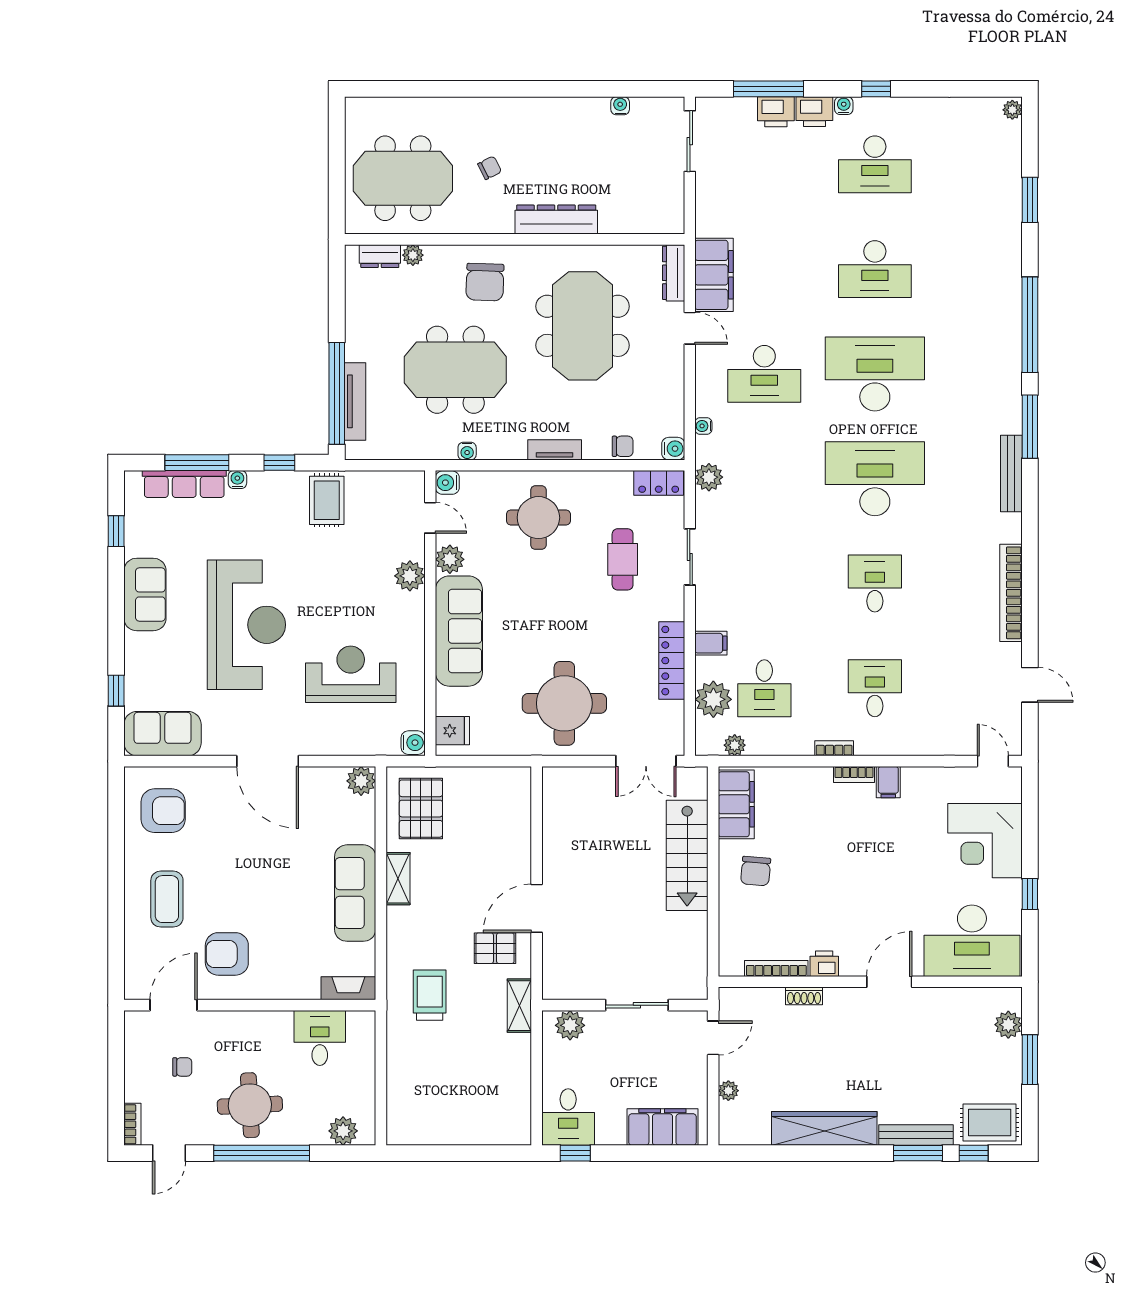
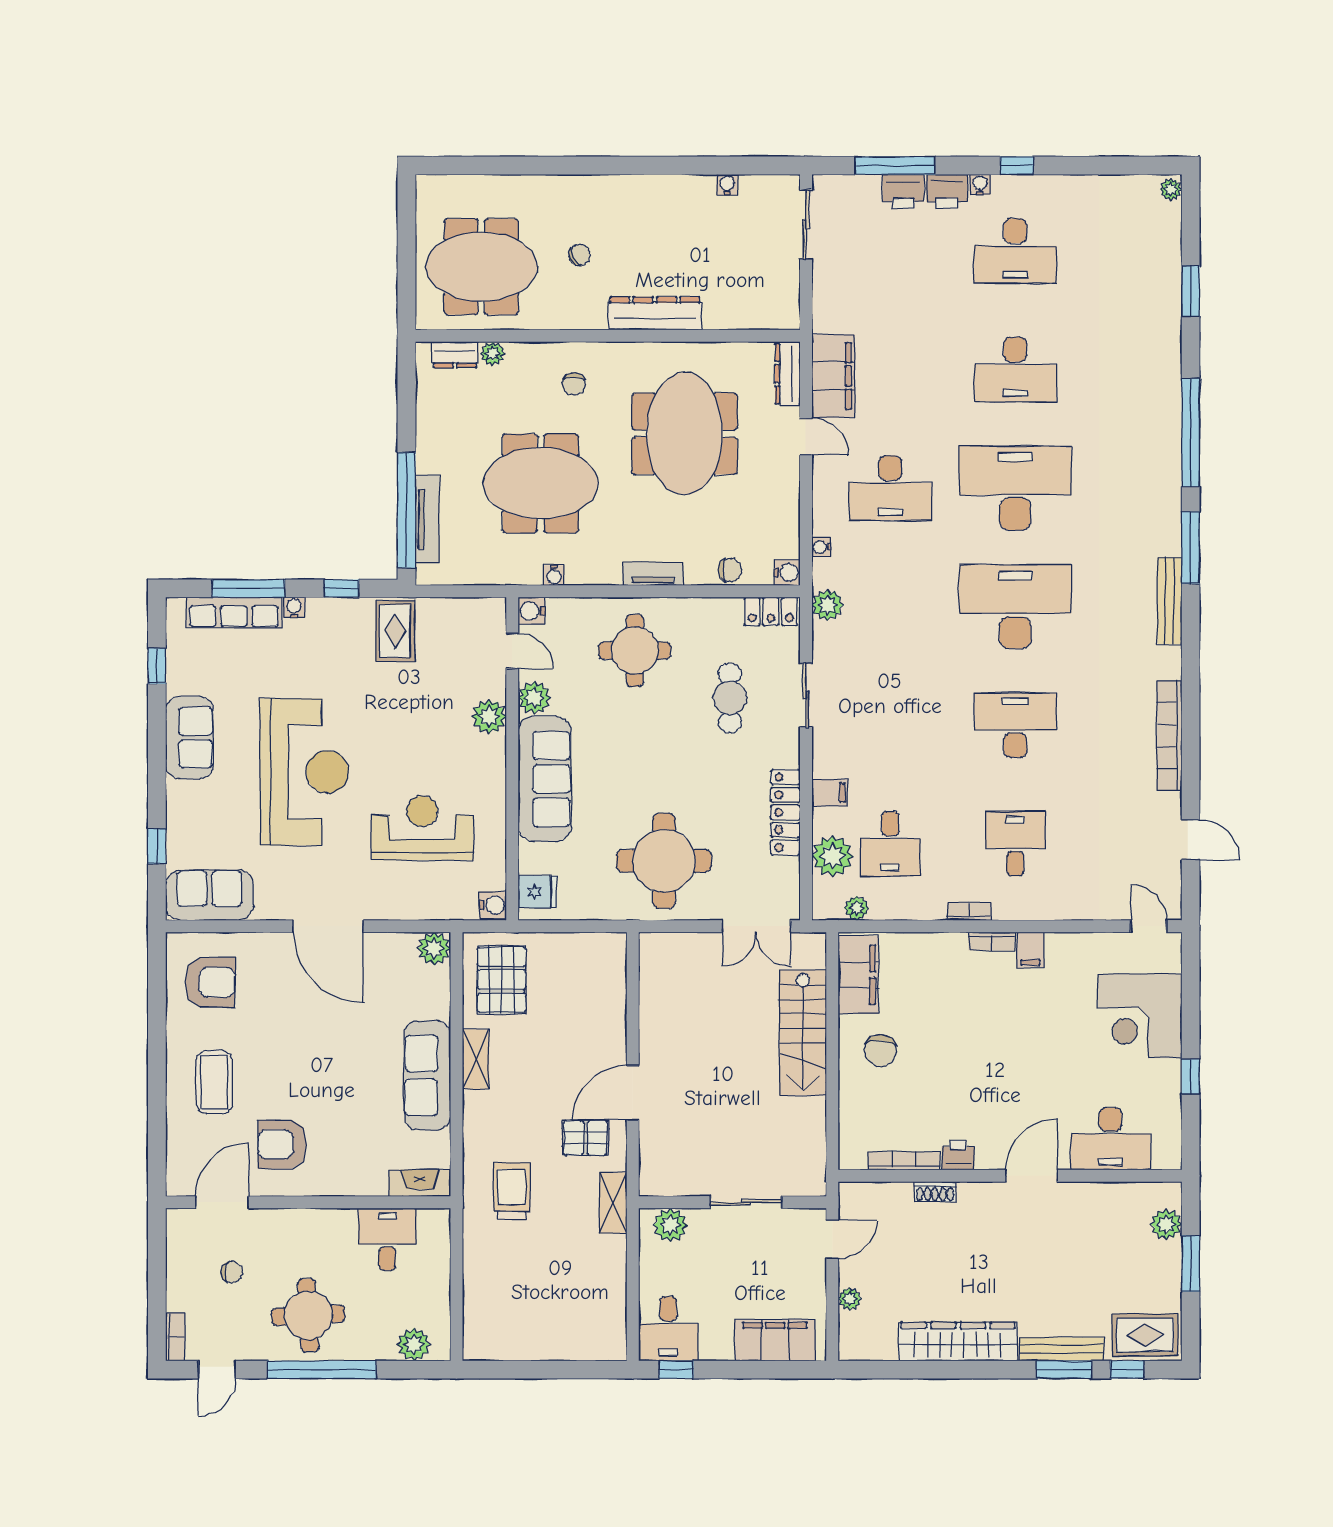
chair: (485, 282) -> (574, 384), width x0.54, depth x0.54
desk: (875, 583) -> (1015, 725), width x1.37
desk: (972, 941) -> (1111, 1139), width x0.73, depth x0.77

